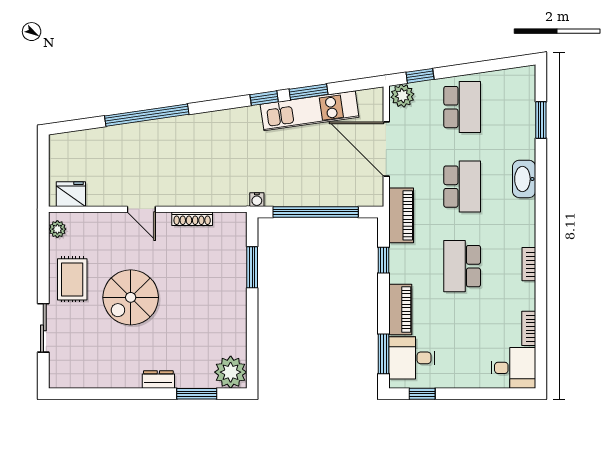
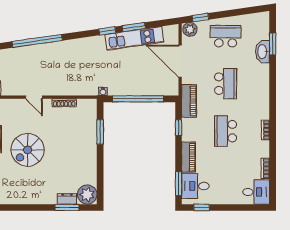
school desk: (462, 107) -> (226, 36), turned -90
washbasin: (524, 179) -> (263, 52), moved
dresser: (158, 380) -> (67, 199), moved

